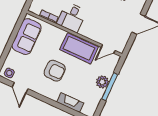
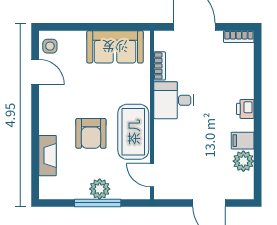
armchair: (55, 71) -> (91, 133), moved
door: (20, 88) -> (35, 72), swing flipped

